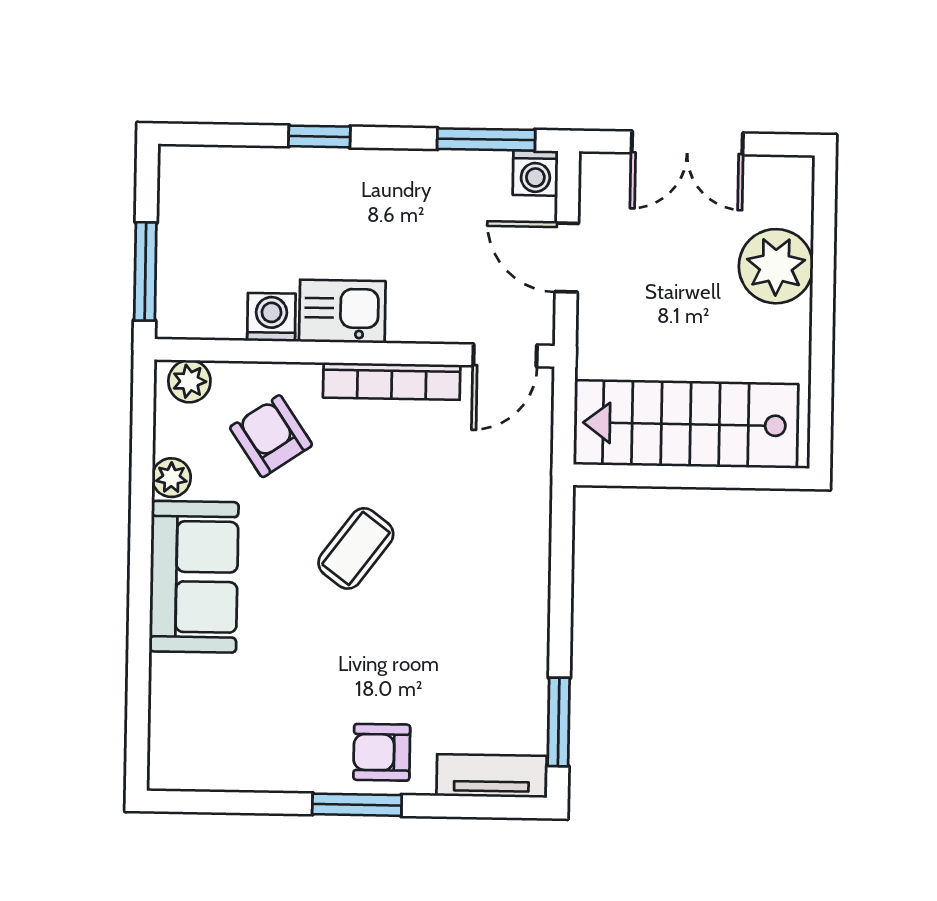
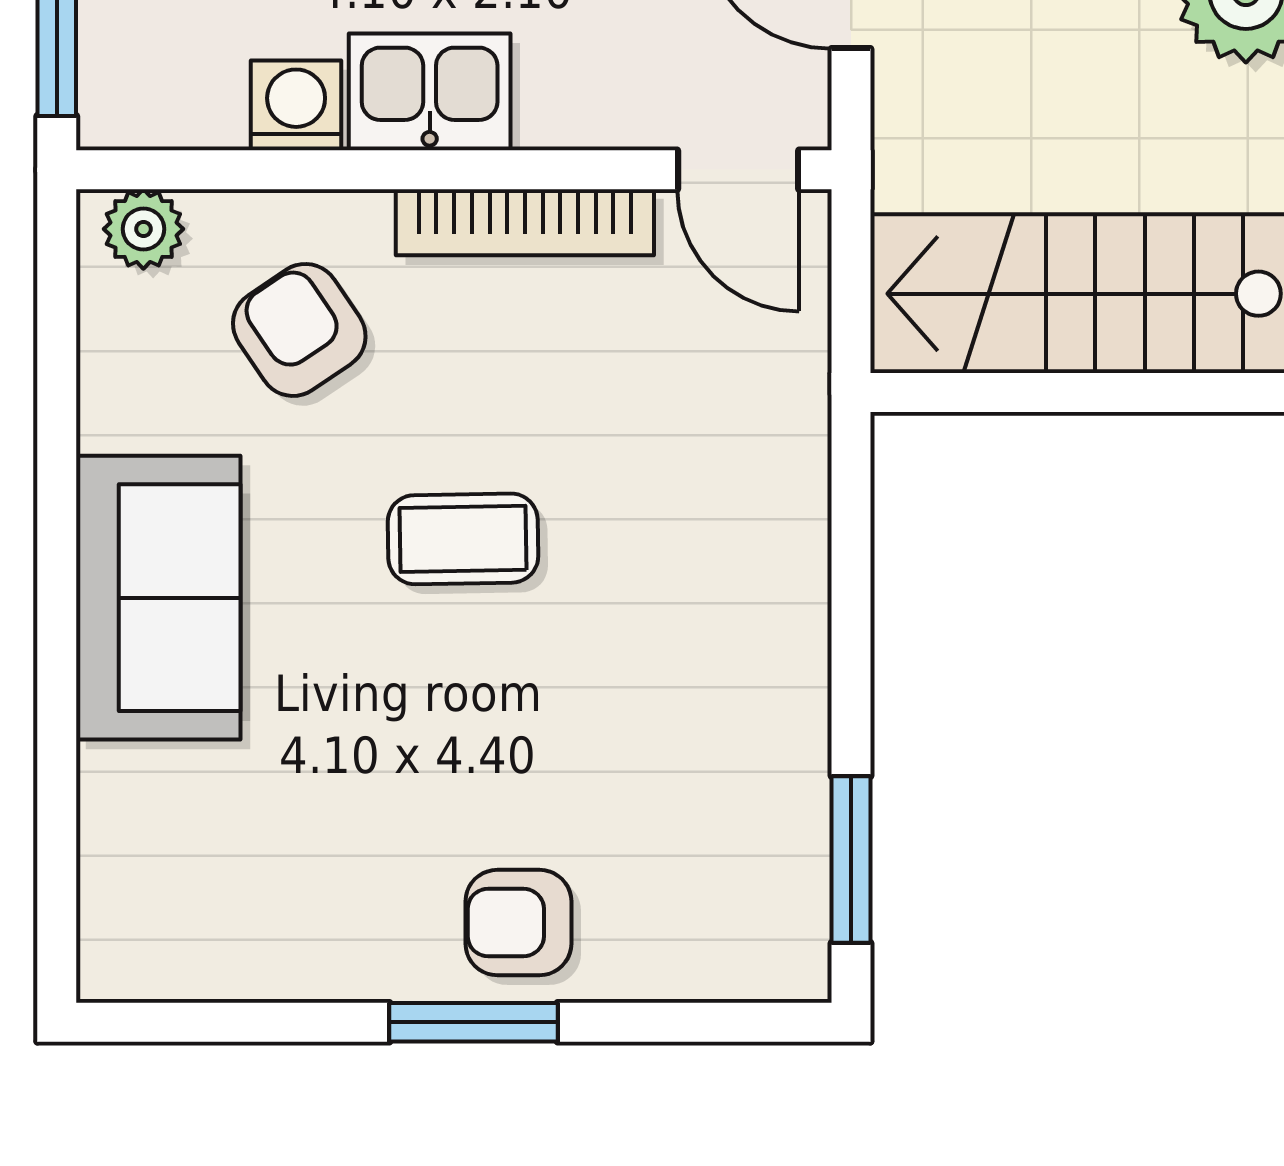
door: (505, 355) -> (738, 170), hinge flipped
plant: (171, 478) -> (113, 411), removed
coffee table: (356, 548) -> (463, 539), turned 52
tv unit: (492, 776) -> (726, 963), removed

